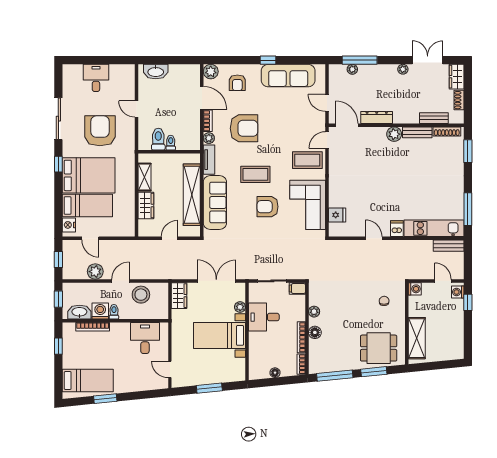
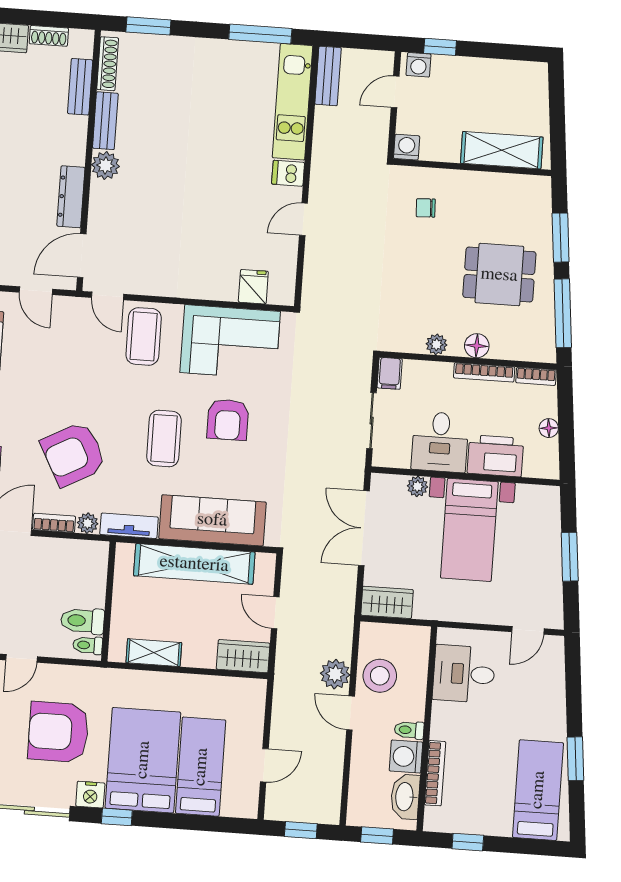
door: (327, 103) -> (36, 291), hinge flipped
armchair: (244, 128) -> (73, 454), turned -118
toilet: (171, 143) -> (88, 645), moved
wardrobe: (146, 206) -> (243, 656), moved
nightstand: (69, 225) -> (90, 795), moved
plant: (95, 272) -> (335, 674), moved
printer: (259, 346) -> (496, 456), added
dining table: (379, 348) -> (499, 275), moved, turned 90

